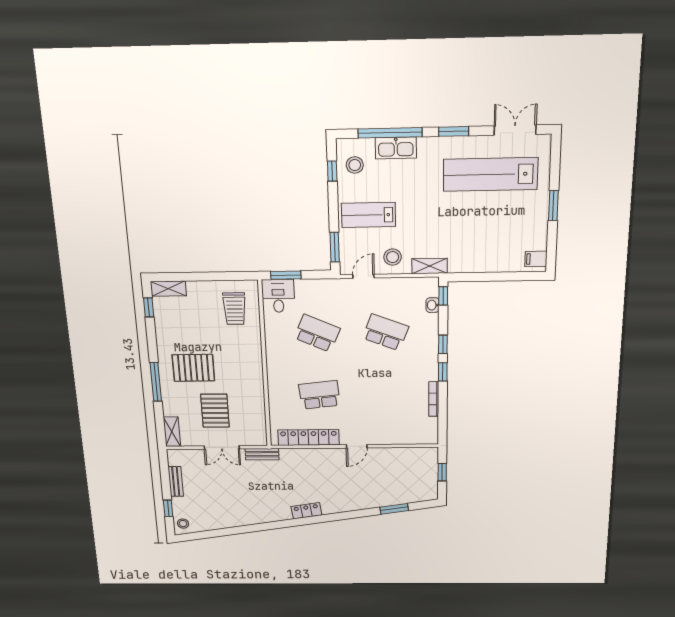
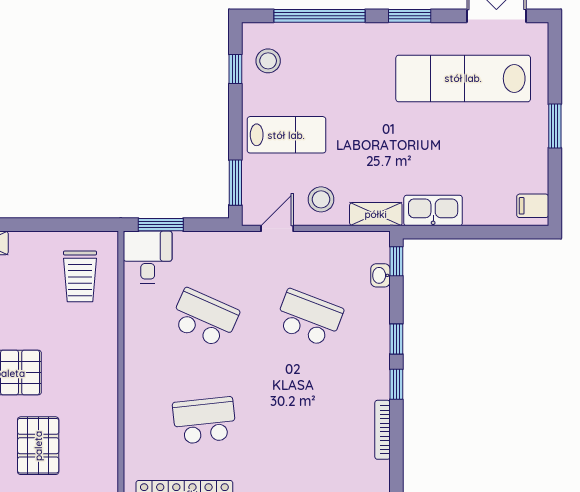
kitchen sink: (396, 148) -> (433, 211), moved, turned 180
lab bench: (368, 215) -> (286, 135), turned 180

